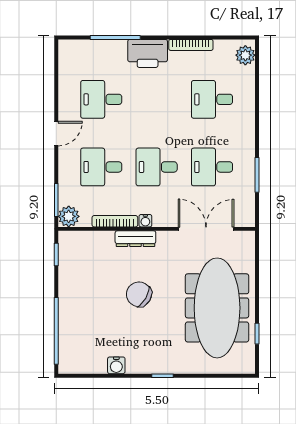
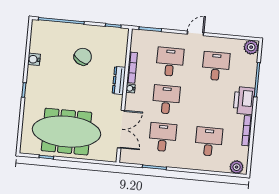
door: (56, 134) -> (195, 33), swing flipped
plant: (69, 216) -> (251, 47), moved
chair: (139, 294) -> (83, 57), moved

